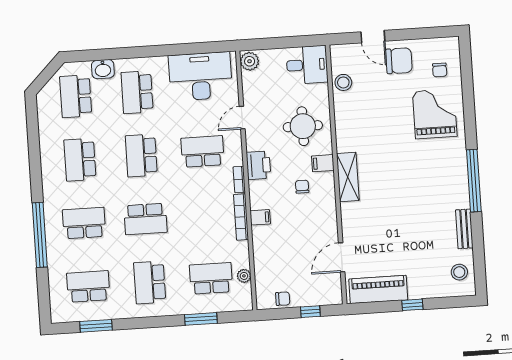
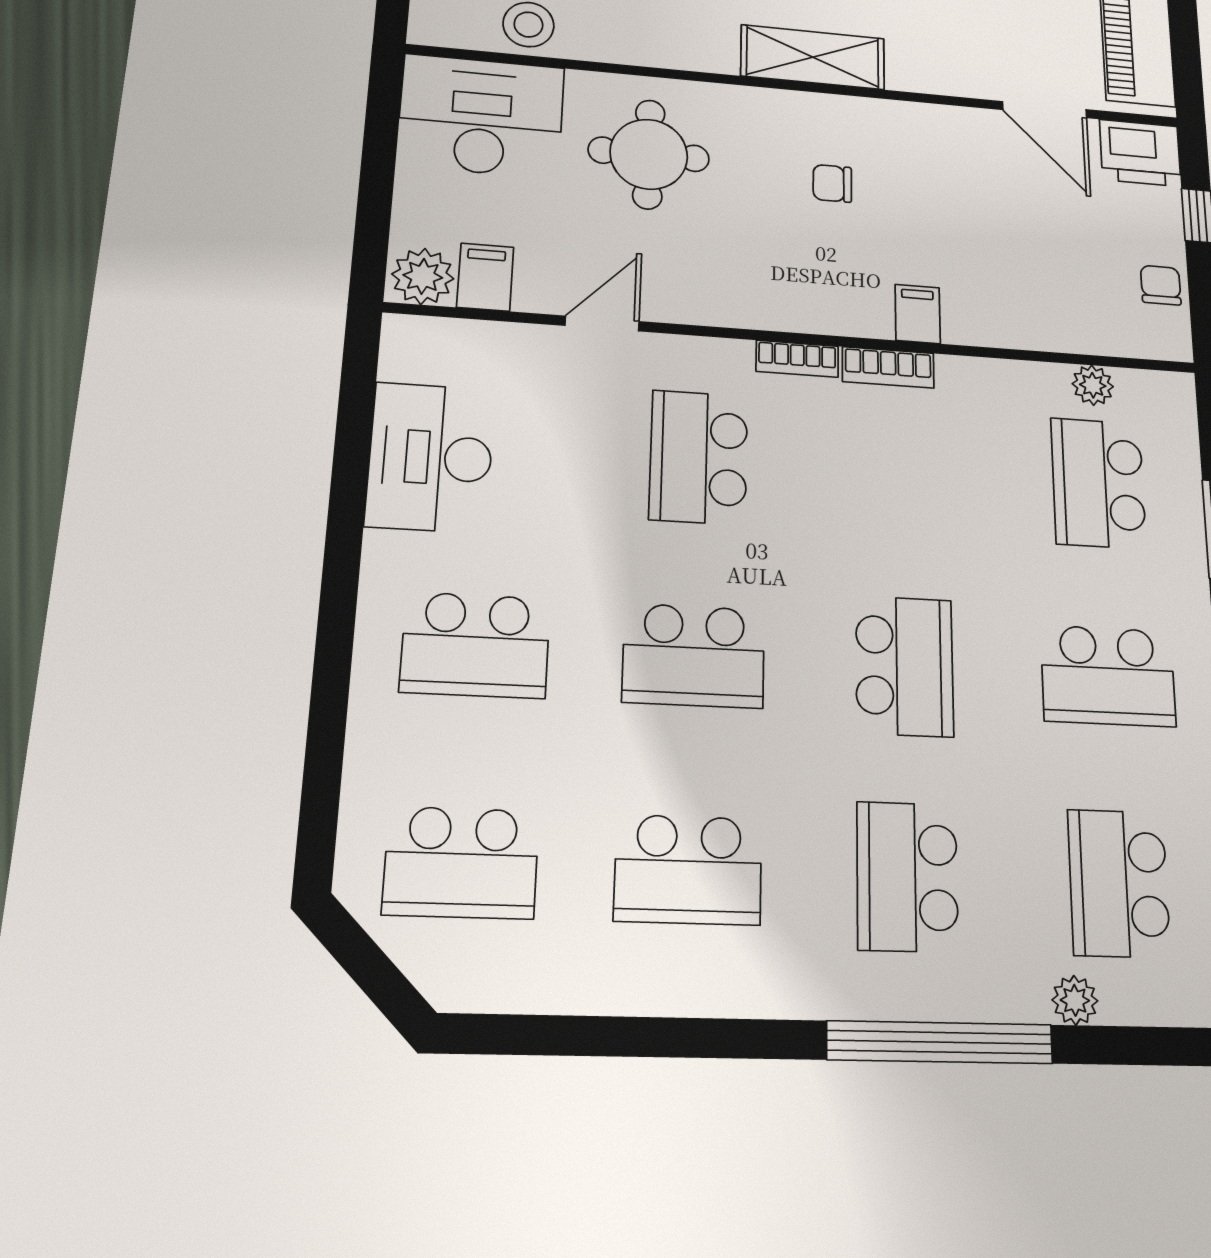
desk: (307, 65) -> (481, 116), width x1.37
washbasin: (103, 69) -> (378, 755), removed
desk: (200, 76) -> (430, 457), width x0.73, depth x0.77
door: (242, 118) -> (602, 324), swing flipped
filing cabinet: (323, 163) -> (485, 277), moved, turned 180
printer: (258, 165) -> (1140, 153), moved, turned 180
bookcase: (241, 217) -> (888, 367), width x0.64
plant: (54, 274) -> (1075, 1000), added

